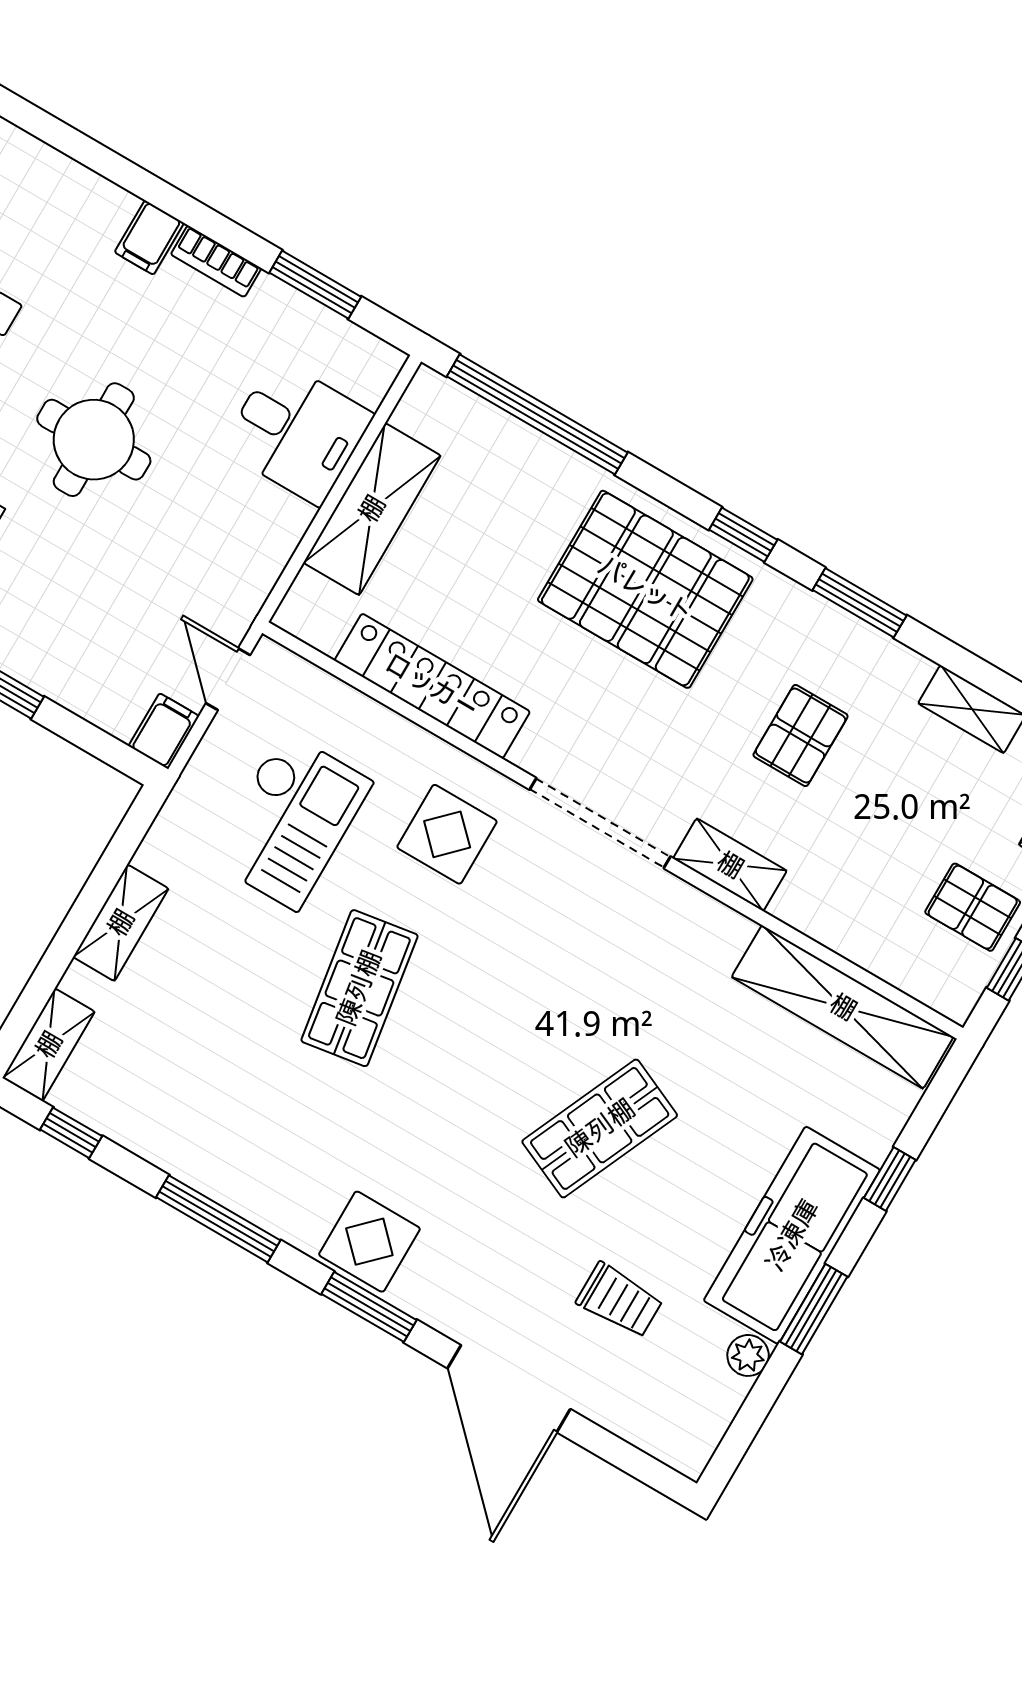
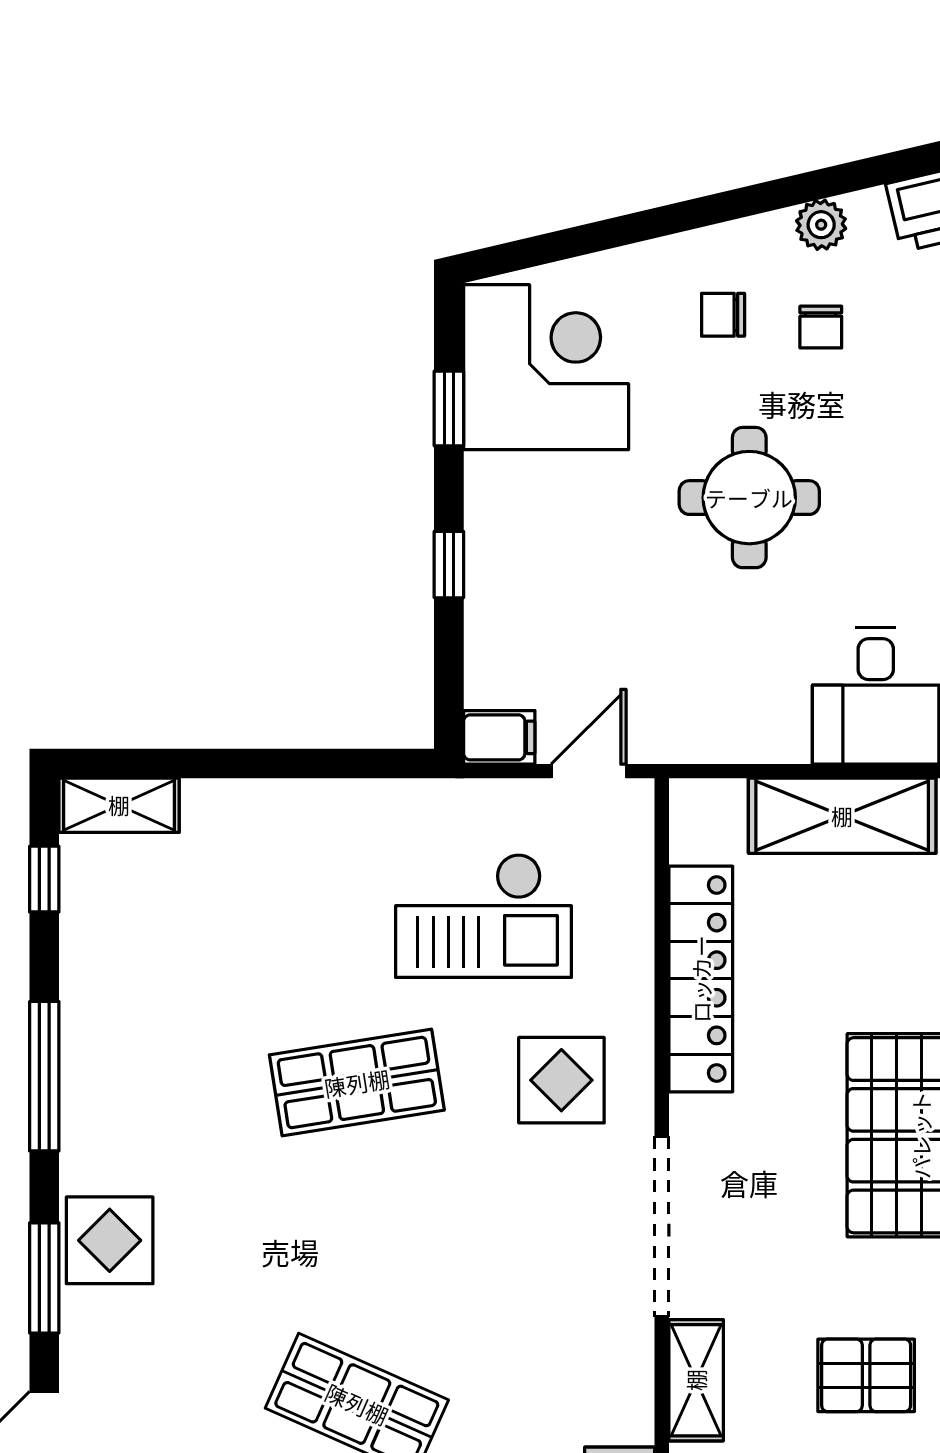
shelving: (121, 923) -> (283, 806), removed

